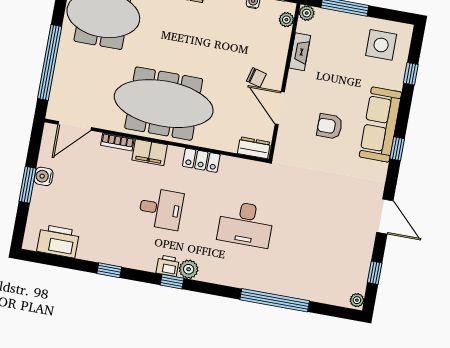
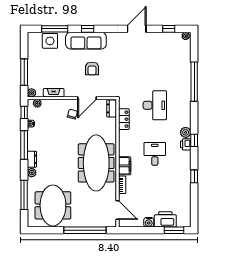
side table: (381, 45) -> (50, 41), moved
window: (411, 74) -> (55, 29), width x2.17
window: (397, 149) -> (88, 29), moved
locker: (201, 160) -> (124, 119), moved
window: (27, 185) -> (174, 230), moved
printer: (58, 241) -> (165, 219), moved, turned 90

